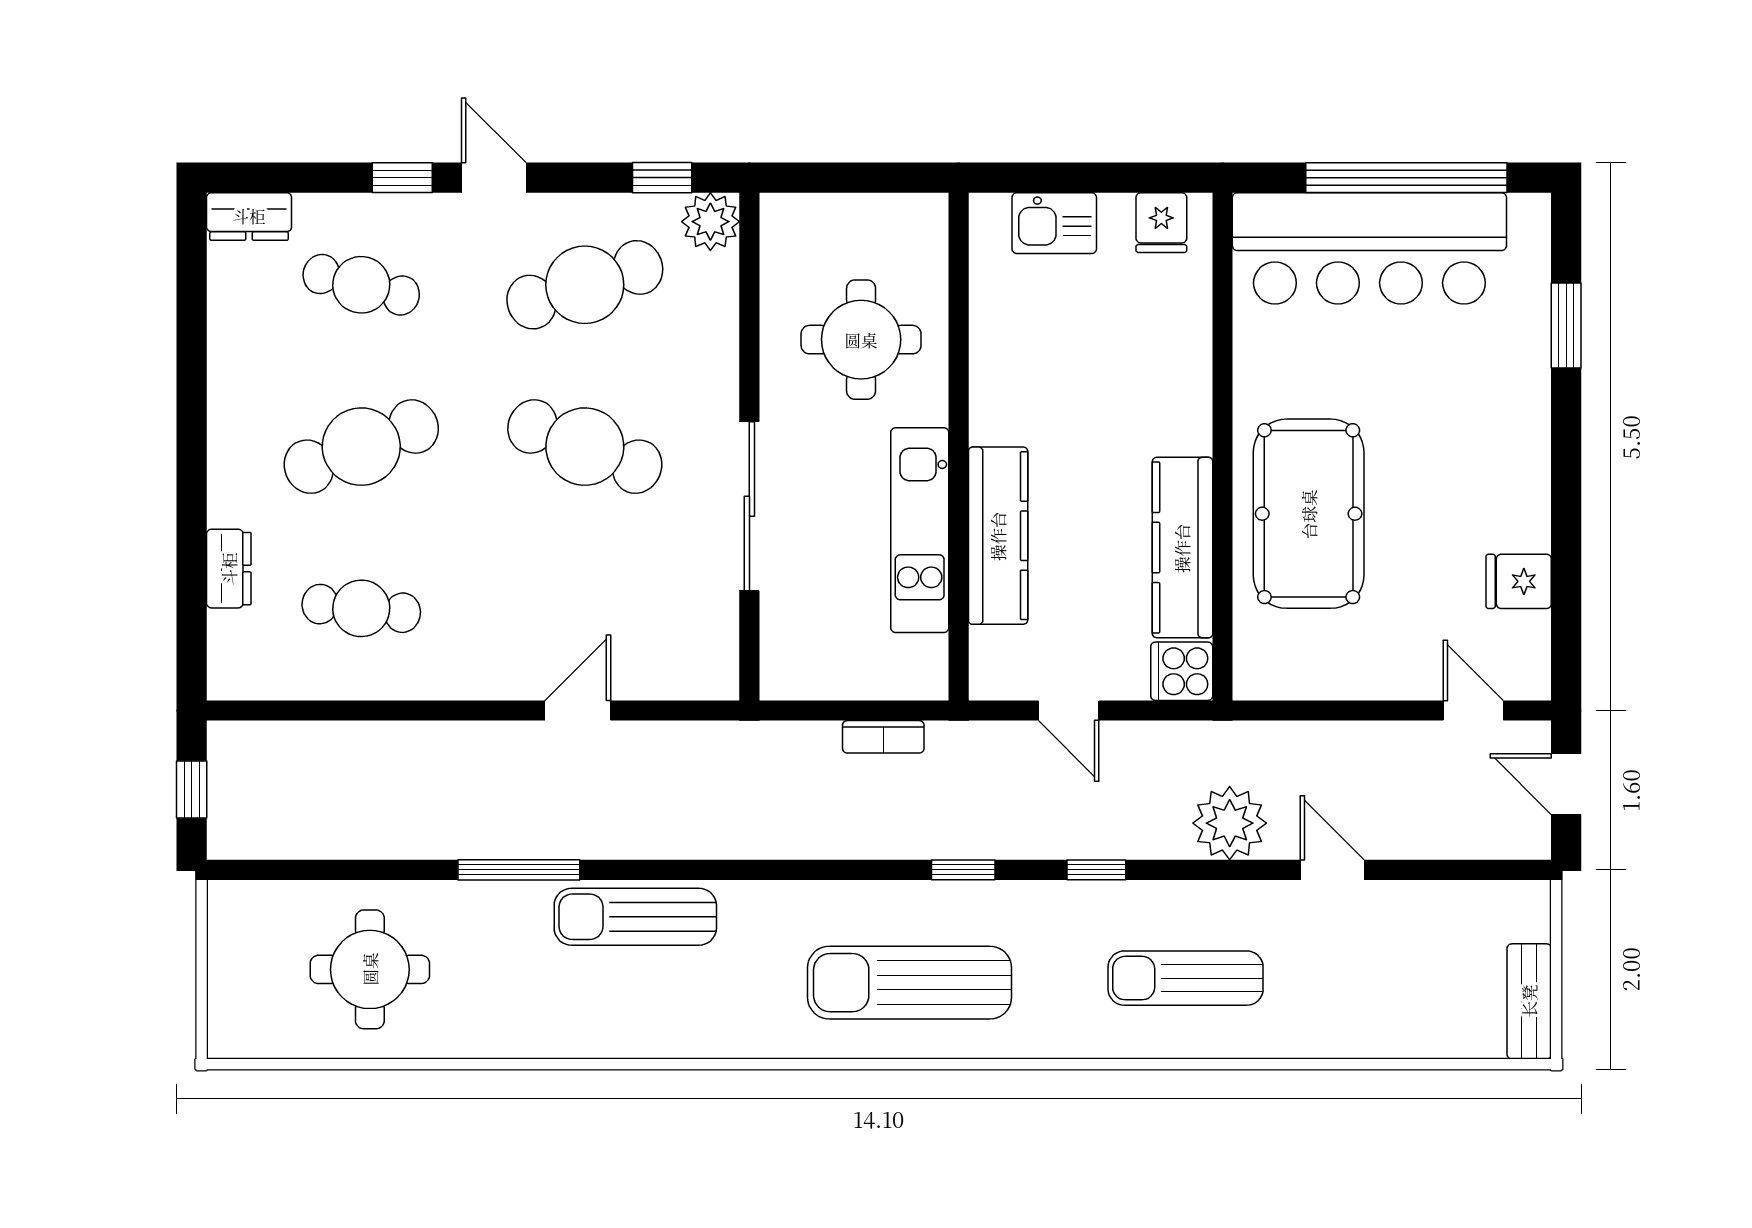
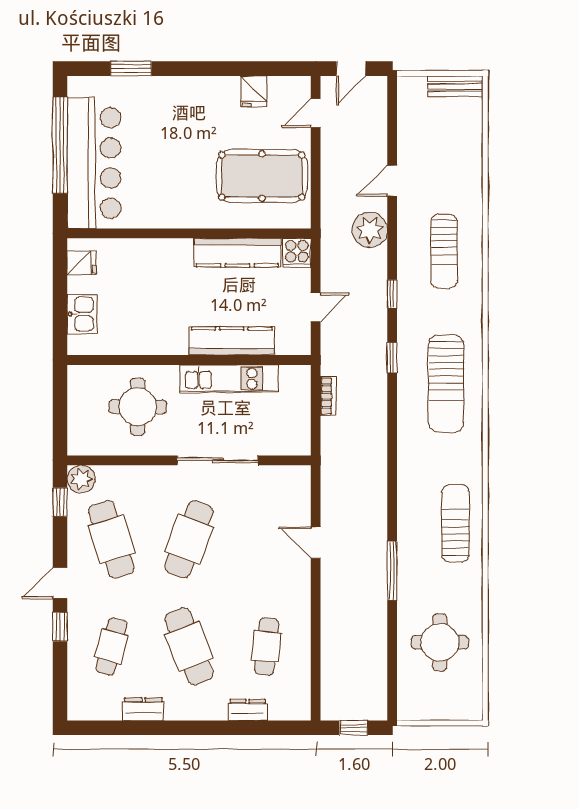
dresser: (249, 216) -> (143, 709), moved, turned -90
pool table: (1309, 514) -> (262, 176), moved
sun lounger: (635, 917) -> (455, 523), moved, turned 180

